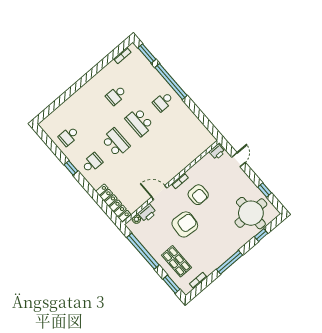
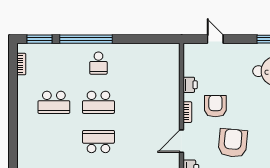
school desk: (116, 95) -> (54, 102), width x1.85
printer: (217, 152) -> (190, 85), moved
armchair: (198, 195) -> (215, 106), turned -90

